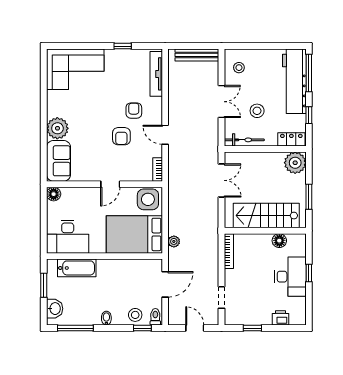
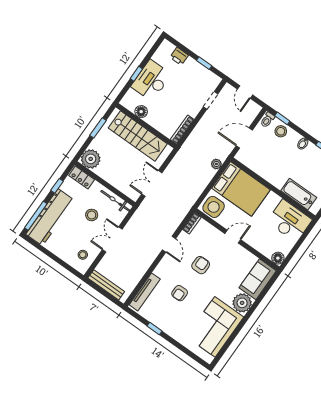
corner sofa: (75, 69) -> (215, 327), moved, turned -90
armchair: (134, 111) -> (180, 293), moved

